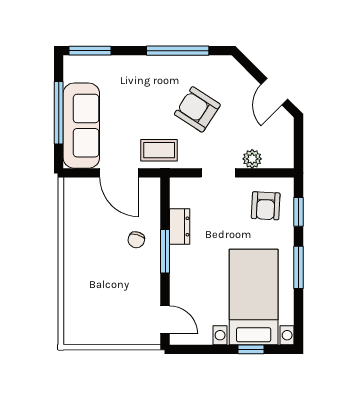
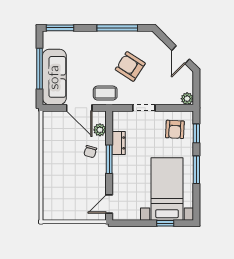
plant: (252, 159) -> (187, 99), moved
plant: (151, 206) -> (100, 130), added
door: (165, 320) -> (109, 204), swing flipped

